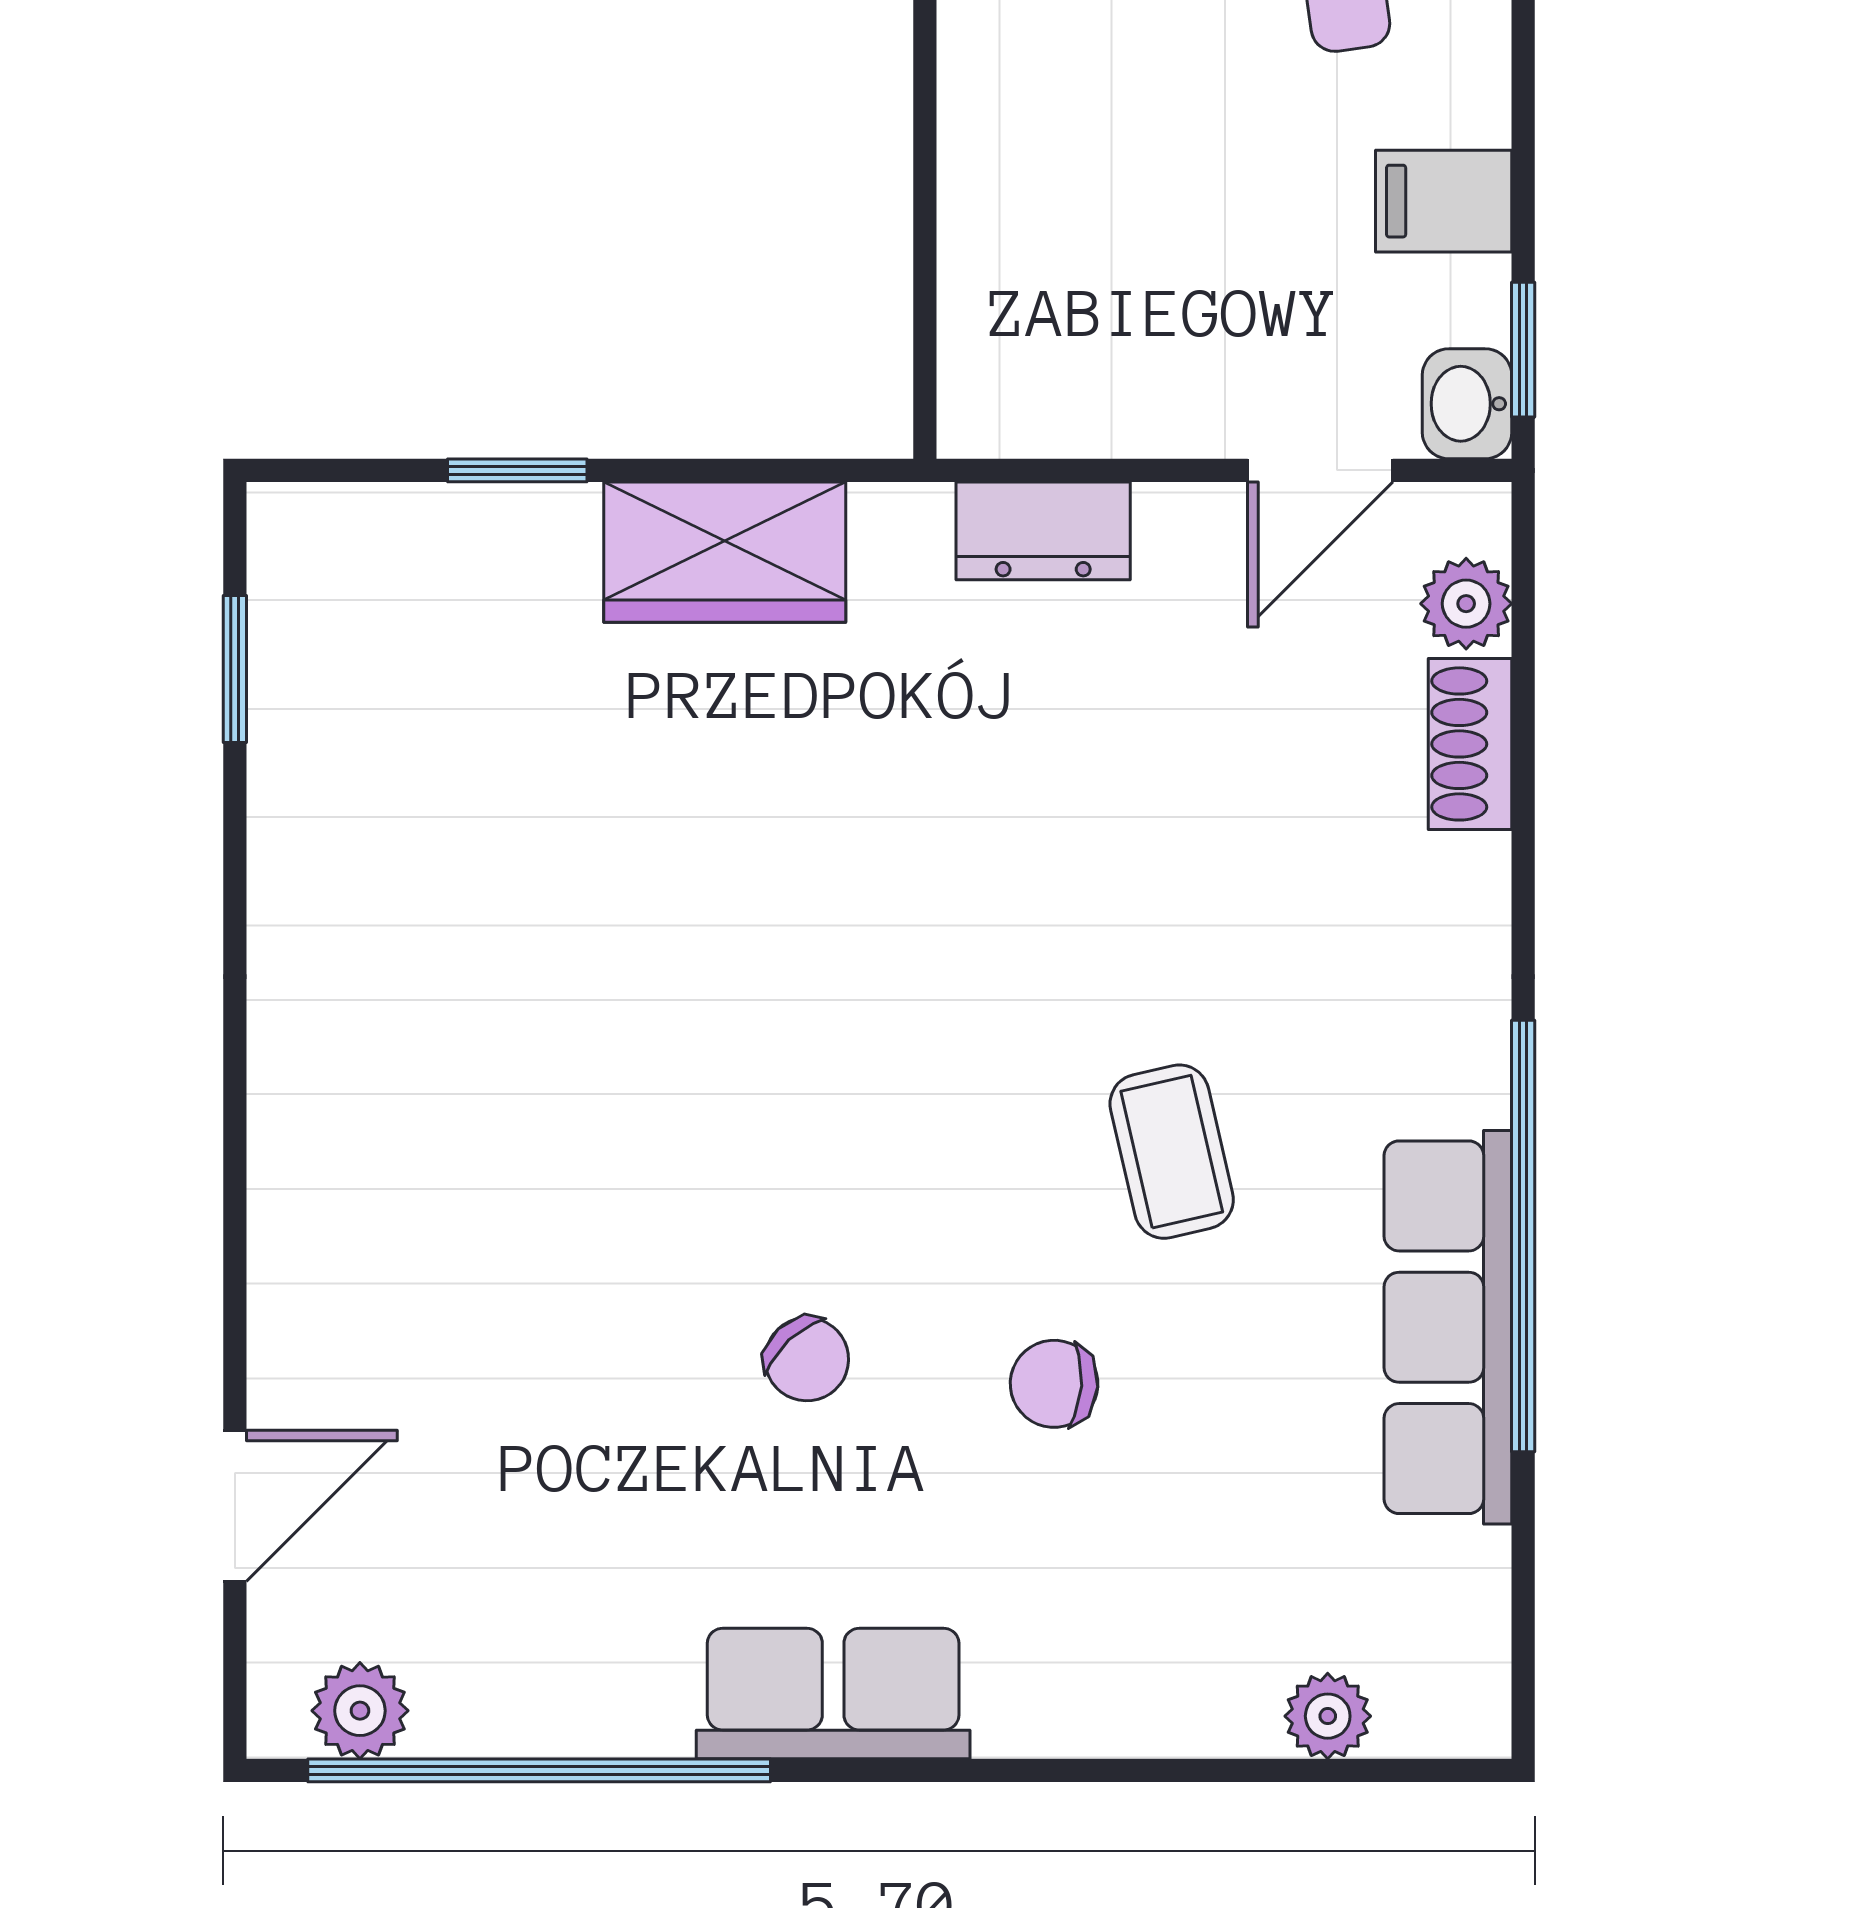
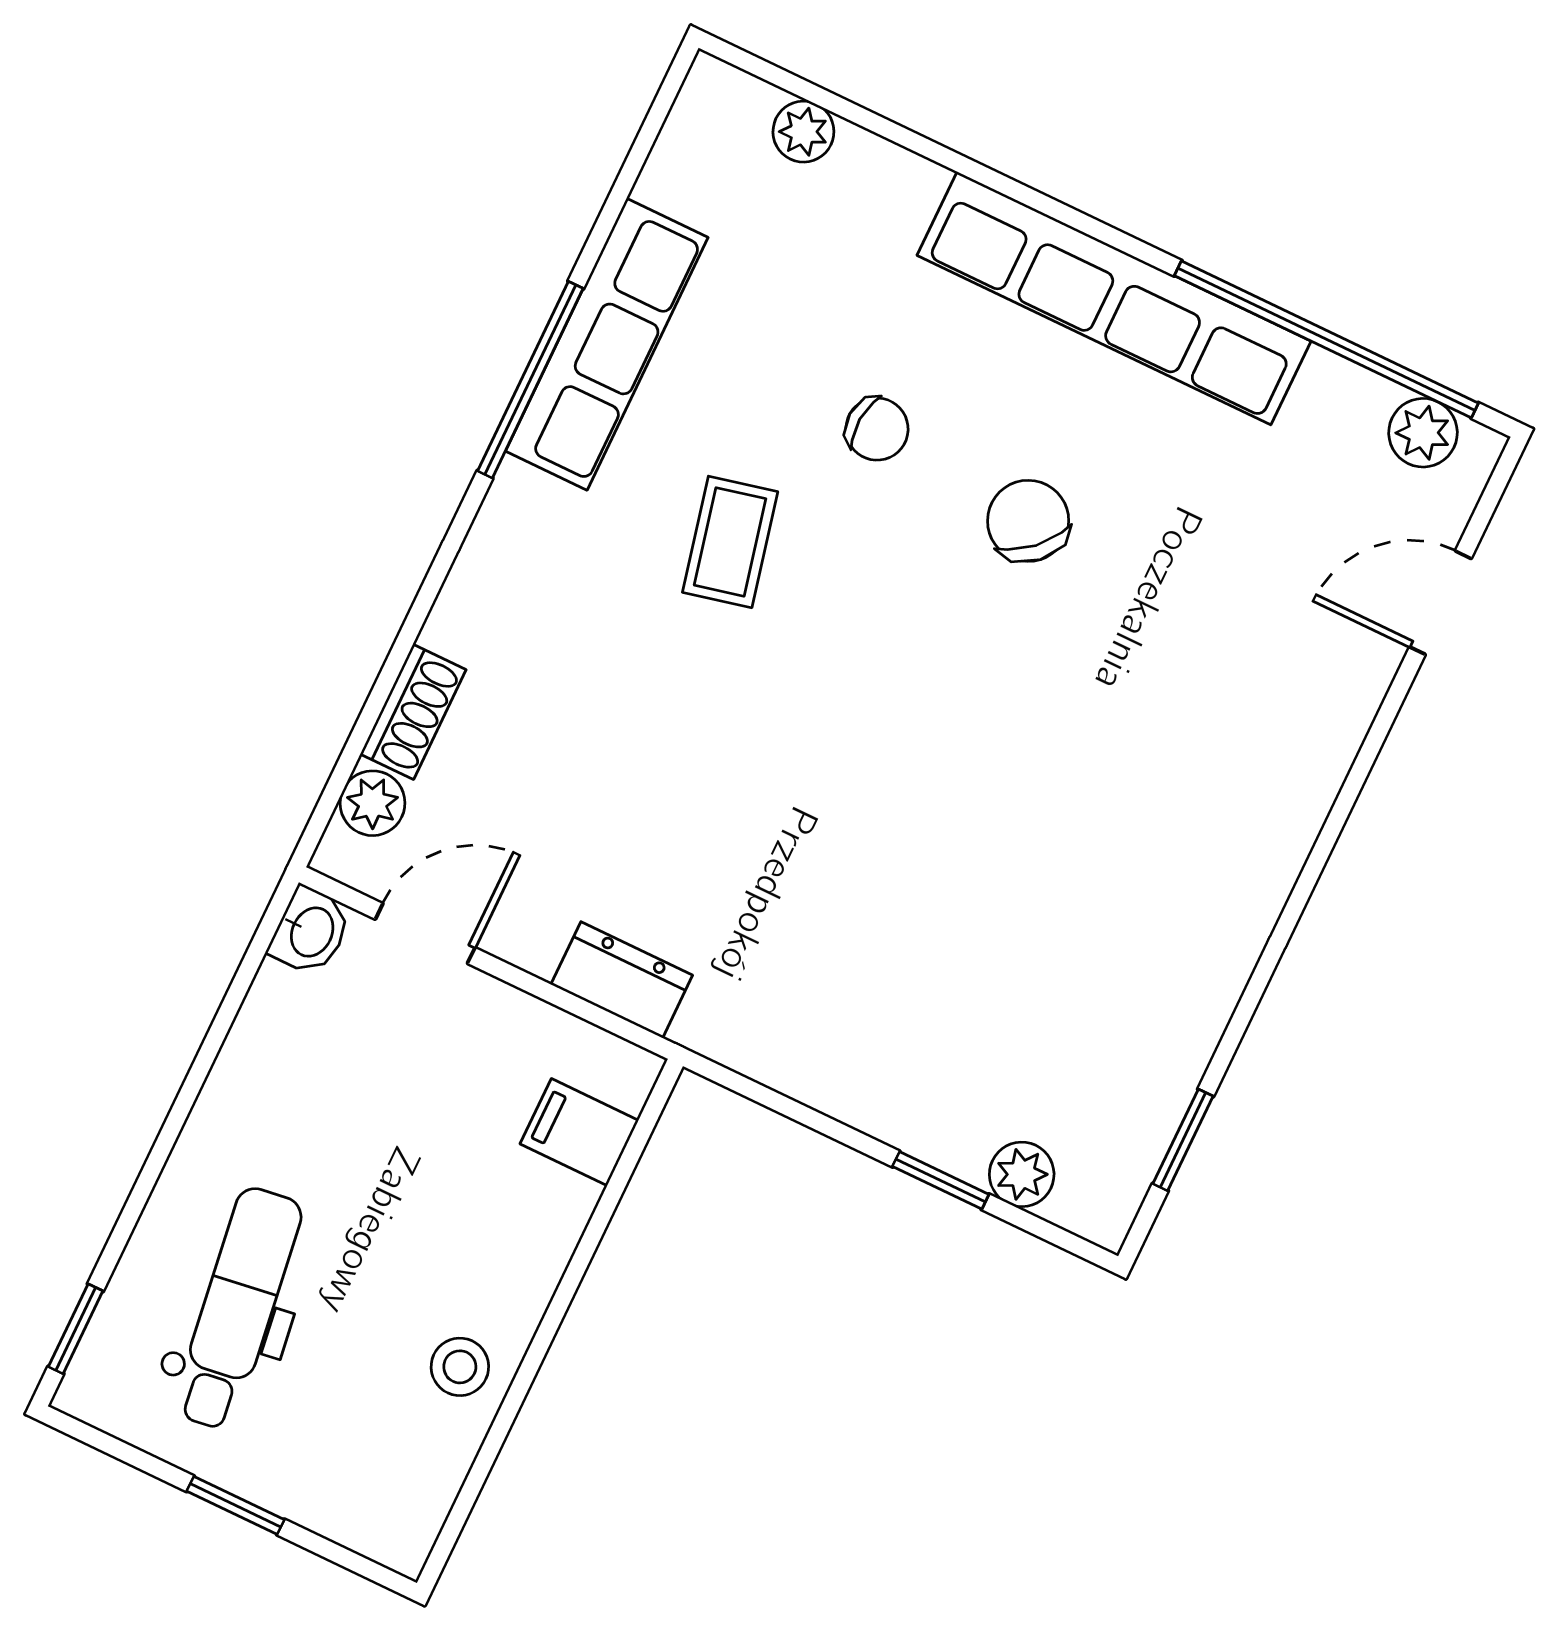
filing cabinet: (1444, 201) -> (579, 1132), moved, turned 180
window: (1523, 350) -> (258, 949), removed
plant: (418, 527) -> (1022, 1174), added
wardrobe: (725, 552) -> (833, 1064), removed
window: (1523, 1236) -> (530, 380), width x0.68
chair: (807, 1359) -> (1028, 521), width x1.37, depth x1.37
row of seats: (833, 1693) -> (1114, 298), width x2.02

